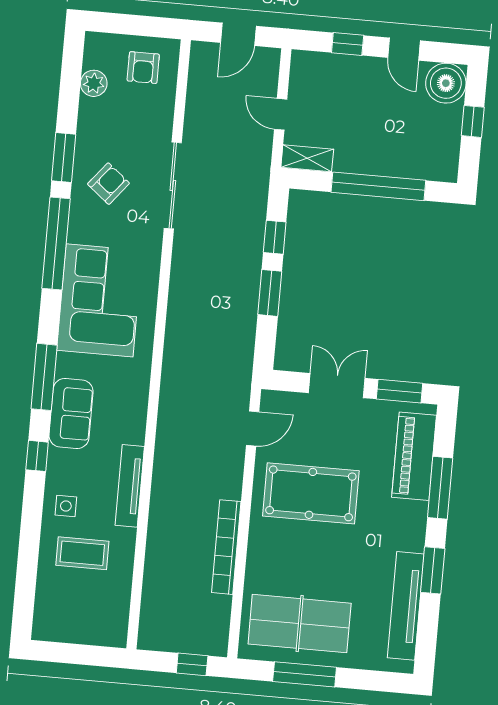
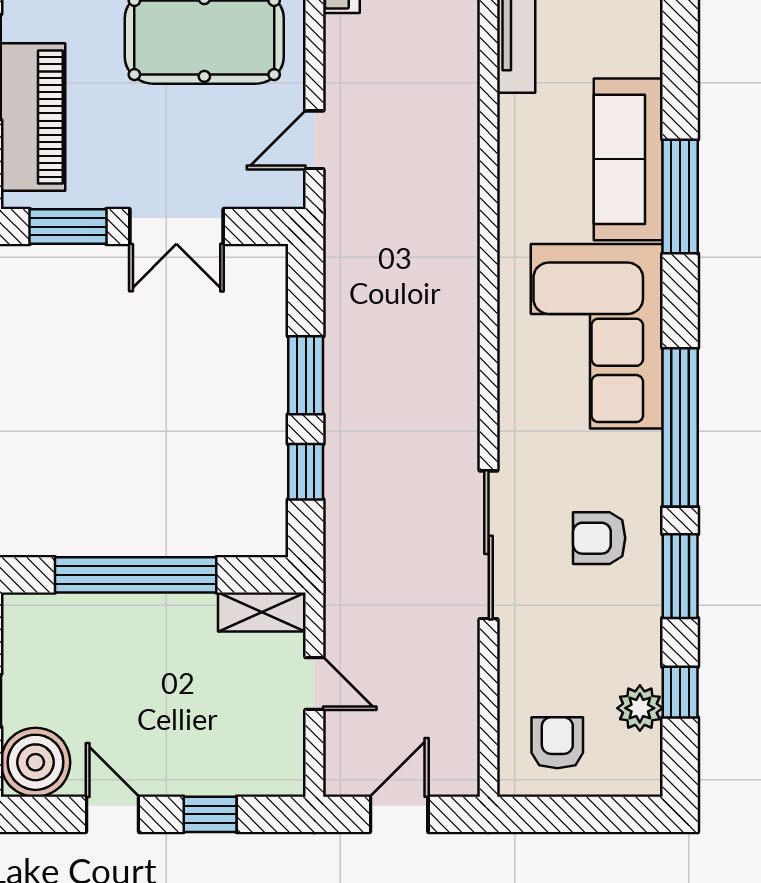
armchair: (108, 184) -> (599, 538), turned 51
sofa: (71, 413) -> (628, 159), width x1.36
window: (37, 456) -> (680, 692), moved

